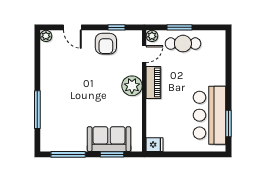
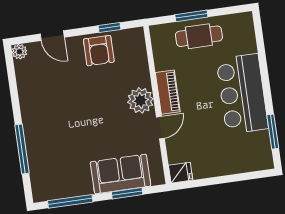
plant: (152, 36) -> (157, 32), removed
door: (144, 54) -> (160, 128), moved
bar counter: (210, 115) -> (242, 94), moved

